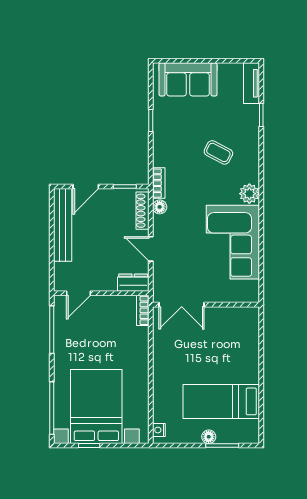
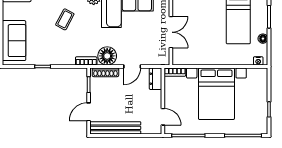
door: (86, 187) -> (89, 112), swing flipped
floor lamp: (160, 207) -> (107, 56), width x1.89, depth x1.89
double door: (182, 305) -> (171, 32), moved
bed with nightstands: (96, 406) -> (216, 94), moved, turned -90
floor lamp: (209, 437) -> (263, 39), moved

